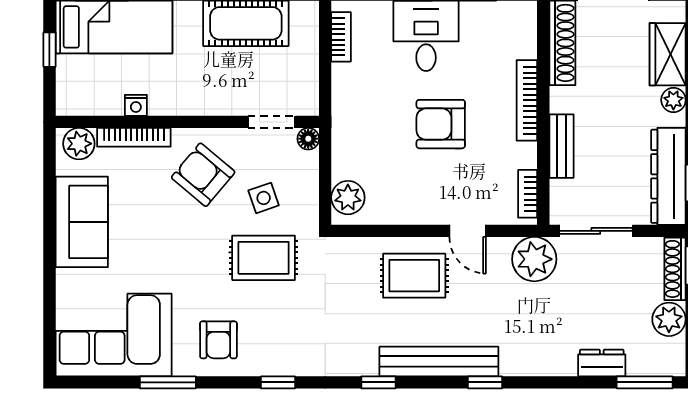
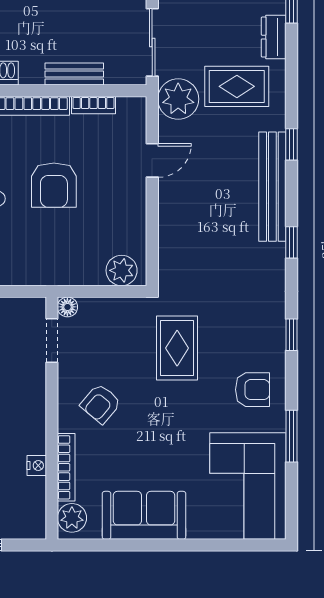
armchair: (203, 175) -> (101, 404), width x0.72, depth x0.72
bookcase: (528, 194) -> (93, 105), moved
side table: (264, 198) -> (122, 348), removed
rug: (414, 276) -> (237, 86), moved, turned 90

